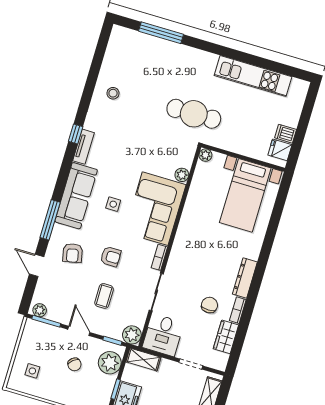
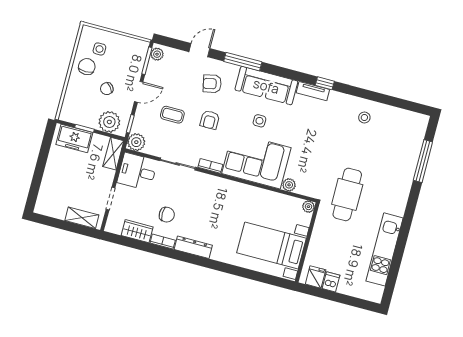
chair: (51, 385) -> (87, 67), added

